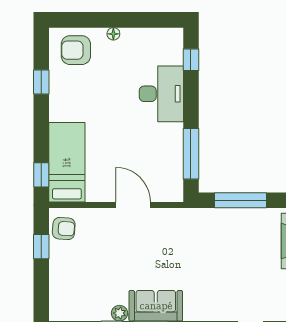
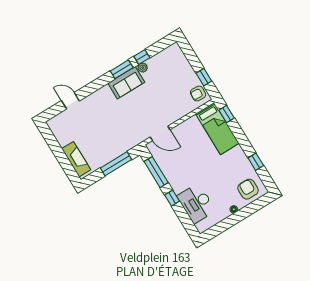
armchair: (76, 50) -> (248, 189), turned -90
window: (191, 60) -> (172, 198), moved
desk: (161, 94) -> (196, 203), moved
door: (133, 205) -> (160, 133), moved

